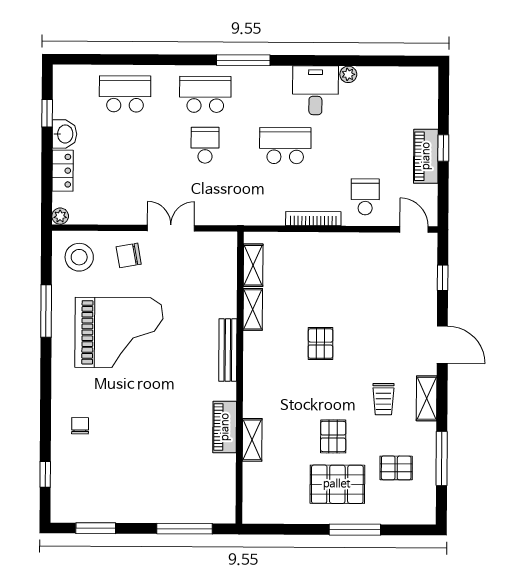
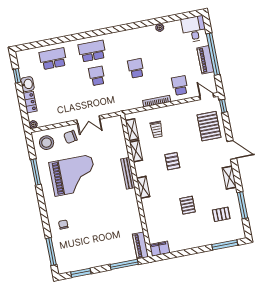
window: (243, 60) -> (107, 31), removed
desk: (315, 90) -> (194, 29), moved
school desk: (285, 146) -> (136, 68), width x0.54
window: (443, 148) -> (213, 54), width x3.17
double door: (171, 228) -> (88, 120), swing flipped
window: (443, 278) -> (223, 106), moved
trolley: (383, 399) -> (157, 129), moved
piano: (225, 427) -> (140, 245), moved
shelving: (252, 440) -> (143, 187), moved
window: (45, 474) -> (51, 252), width x2.17
pallet: (337, 484) -> (209, 126), moved, turned 90
filing cabinet: (261, 511) -> (159, 249), added
window: (355, 530) -> (225, 245), moved

